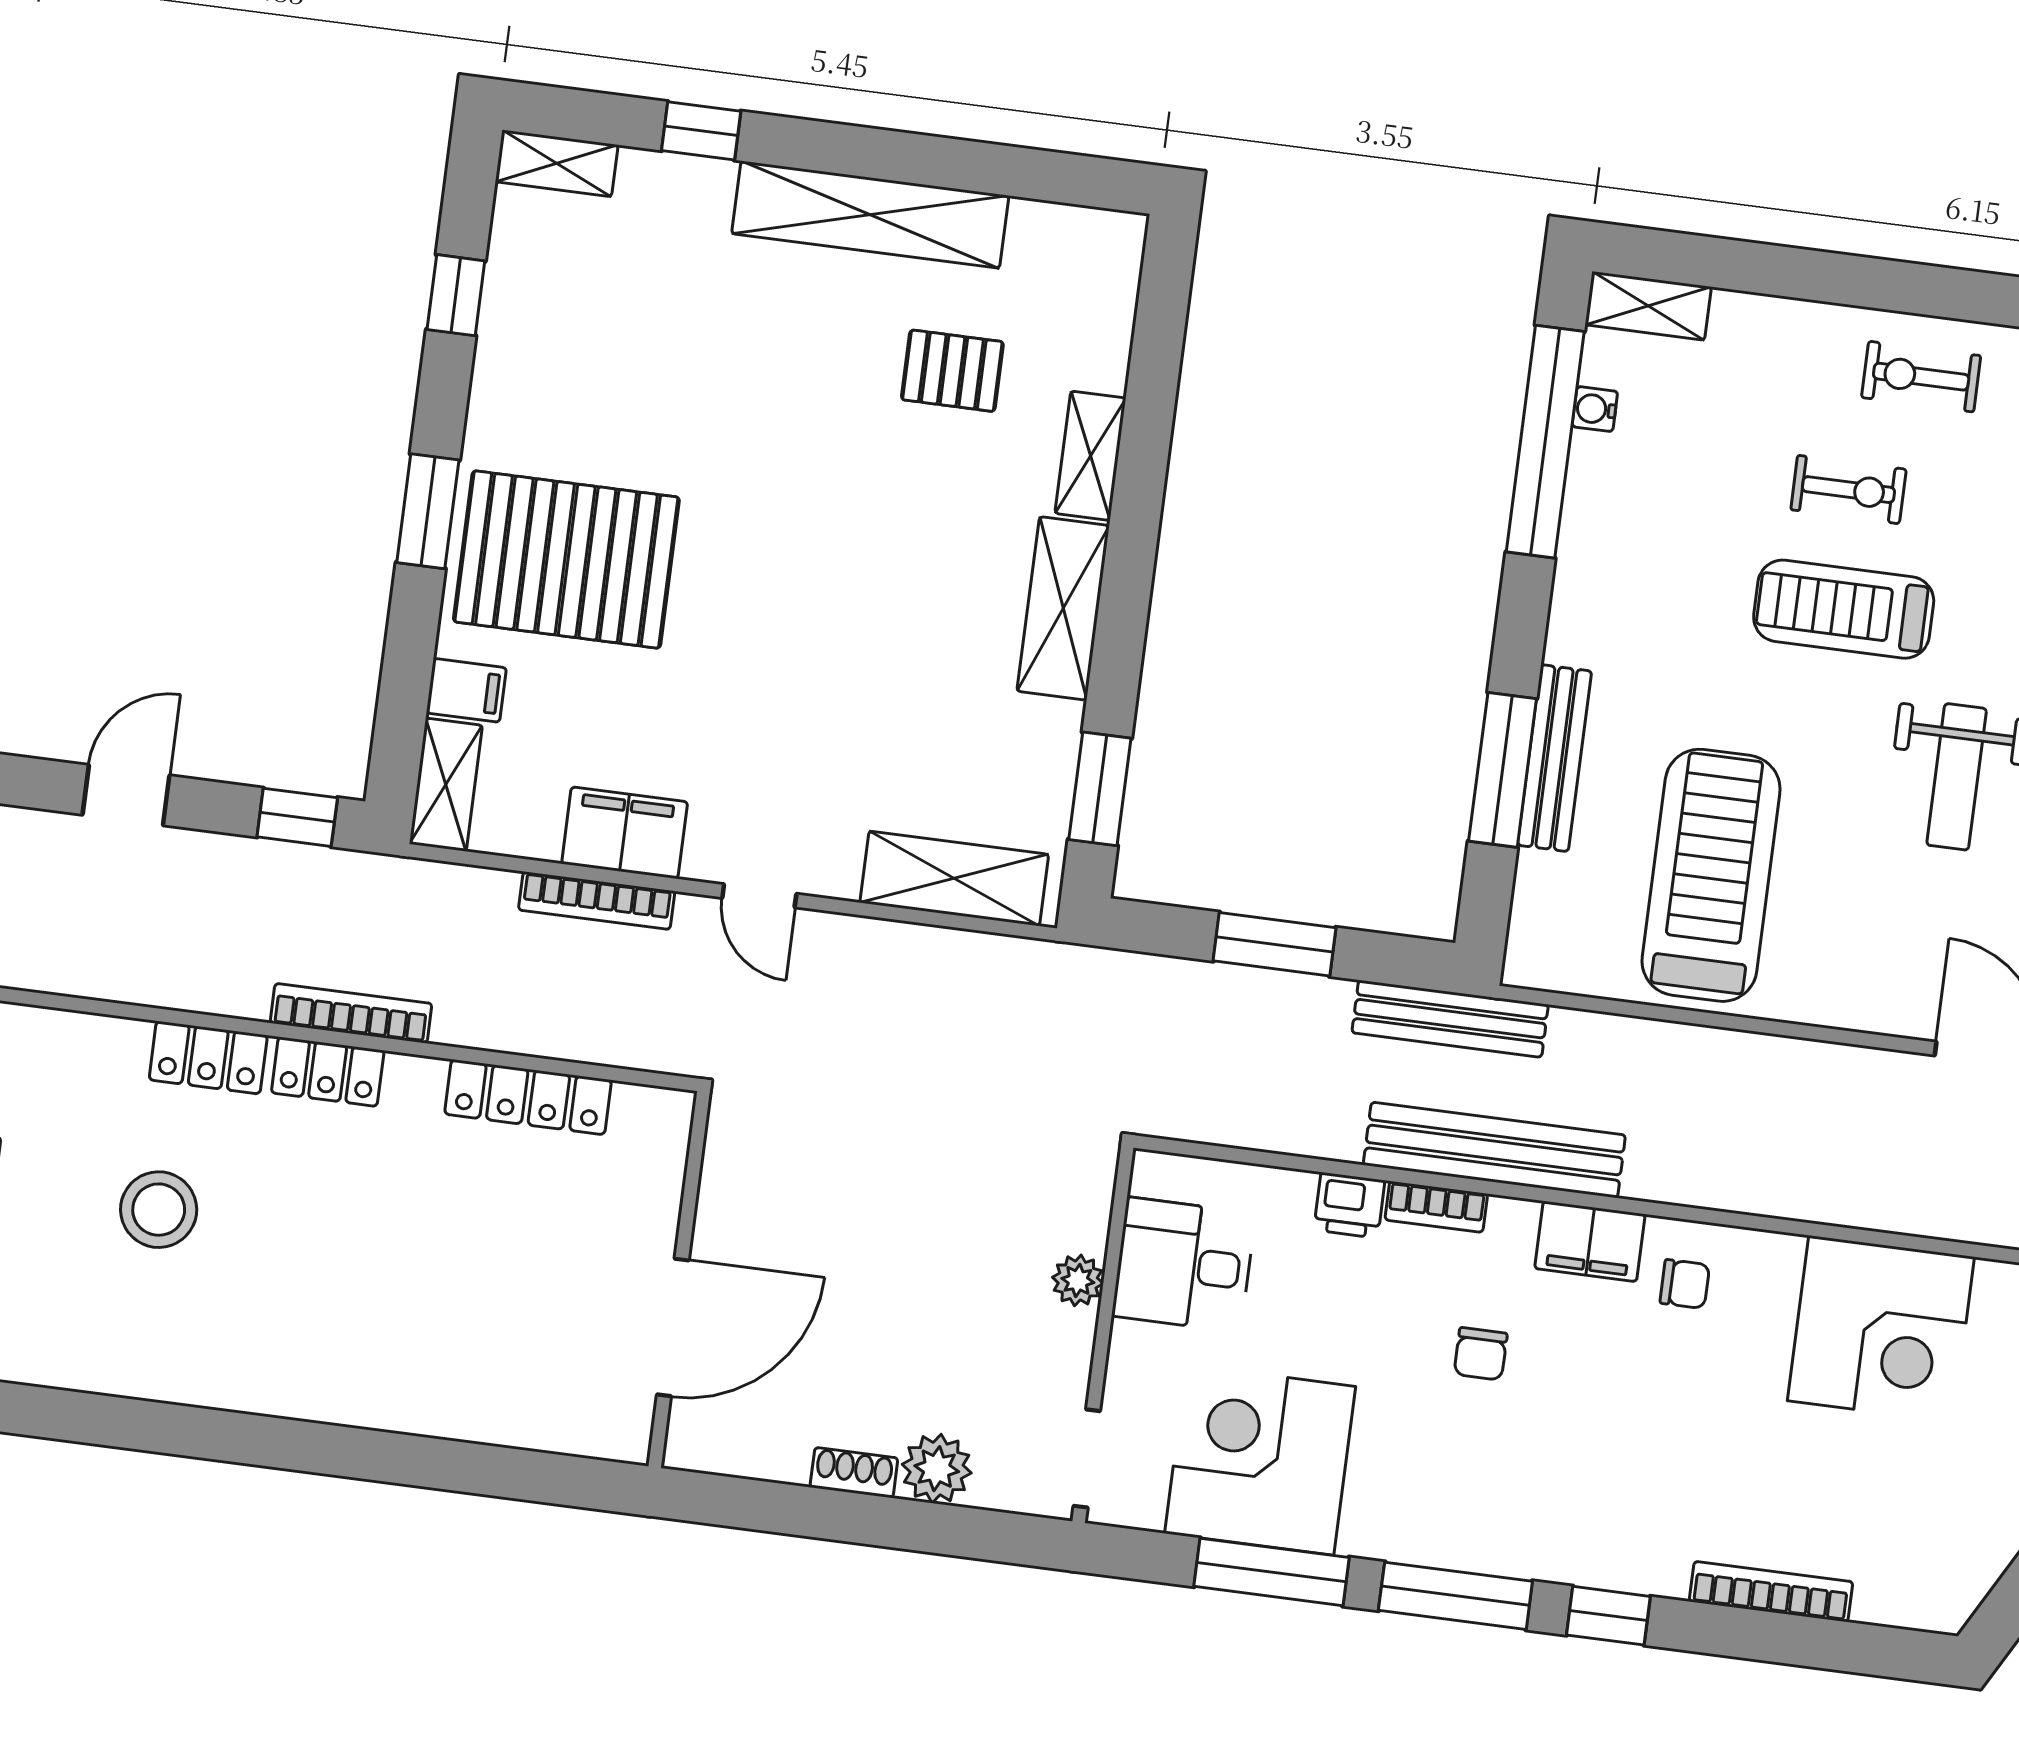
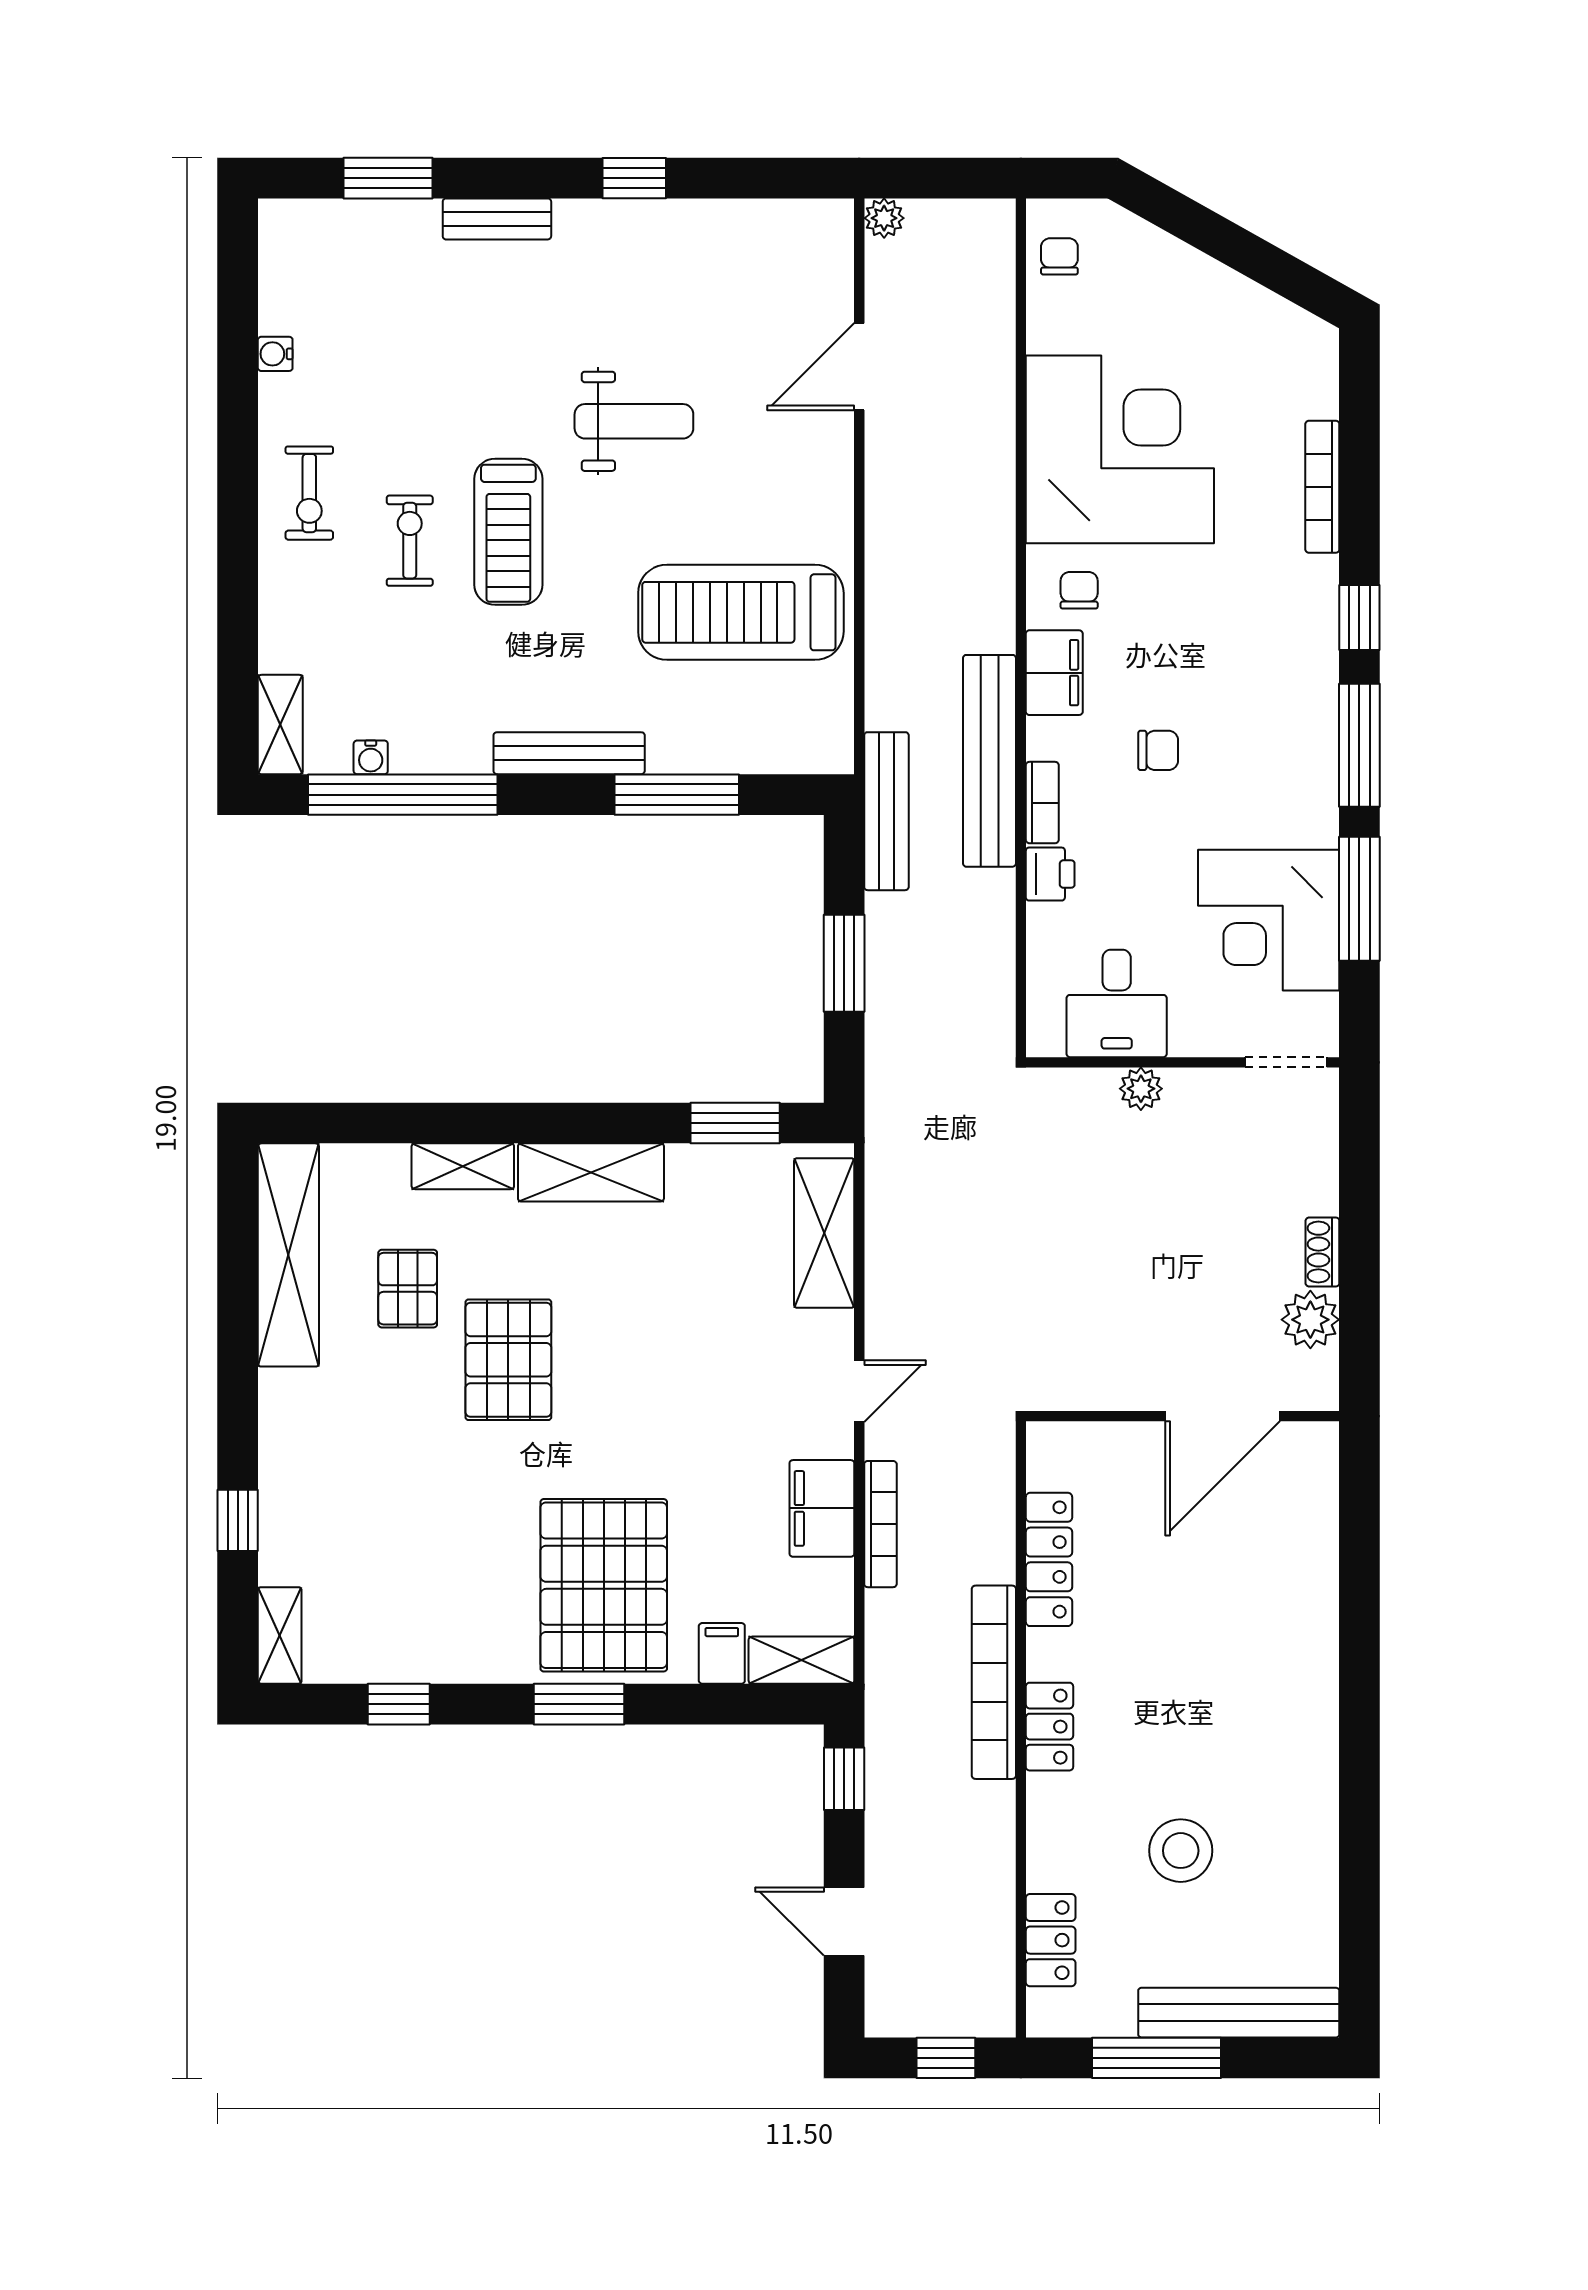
shelving: (870, 215) -> (288, 1255), moved
pallet: (852, 480) -> (508, 1360), added
bench: (1555, 758) -> (569, 753), moved
bookcase: (351, 1013) -> (994, 1682), width x1.48, depth x1.31
locker: (208, 1058) -> (1051, 1940), moved
door: (673, 1327) -> (1223, 1416), swing flipped
corner desk: (1881, 1329) -> (1120, 449), width x1.36, depth x1.36
plant: (937, 1469) -> (1310, 1320), moved

